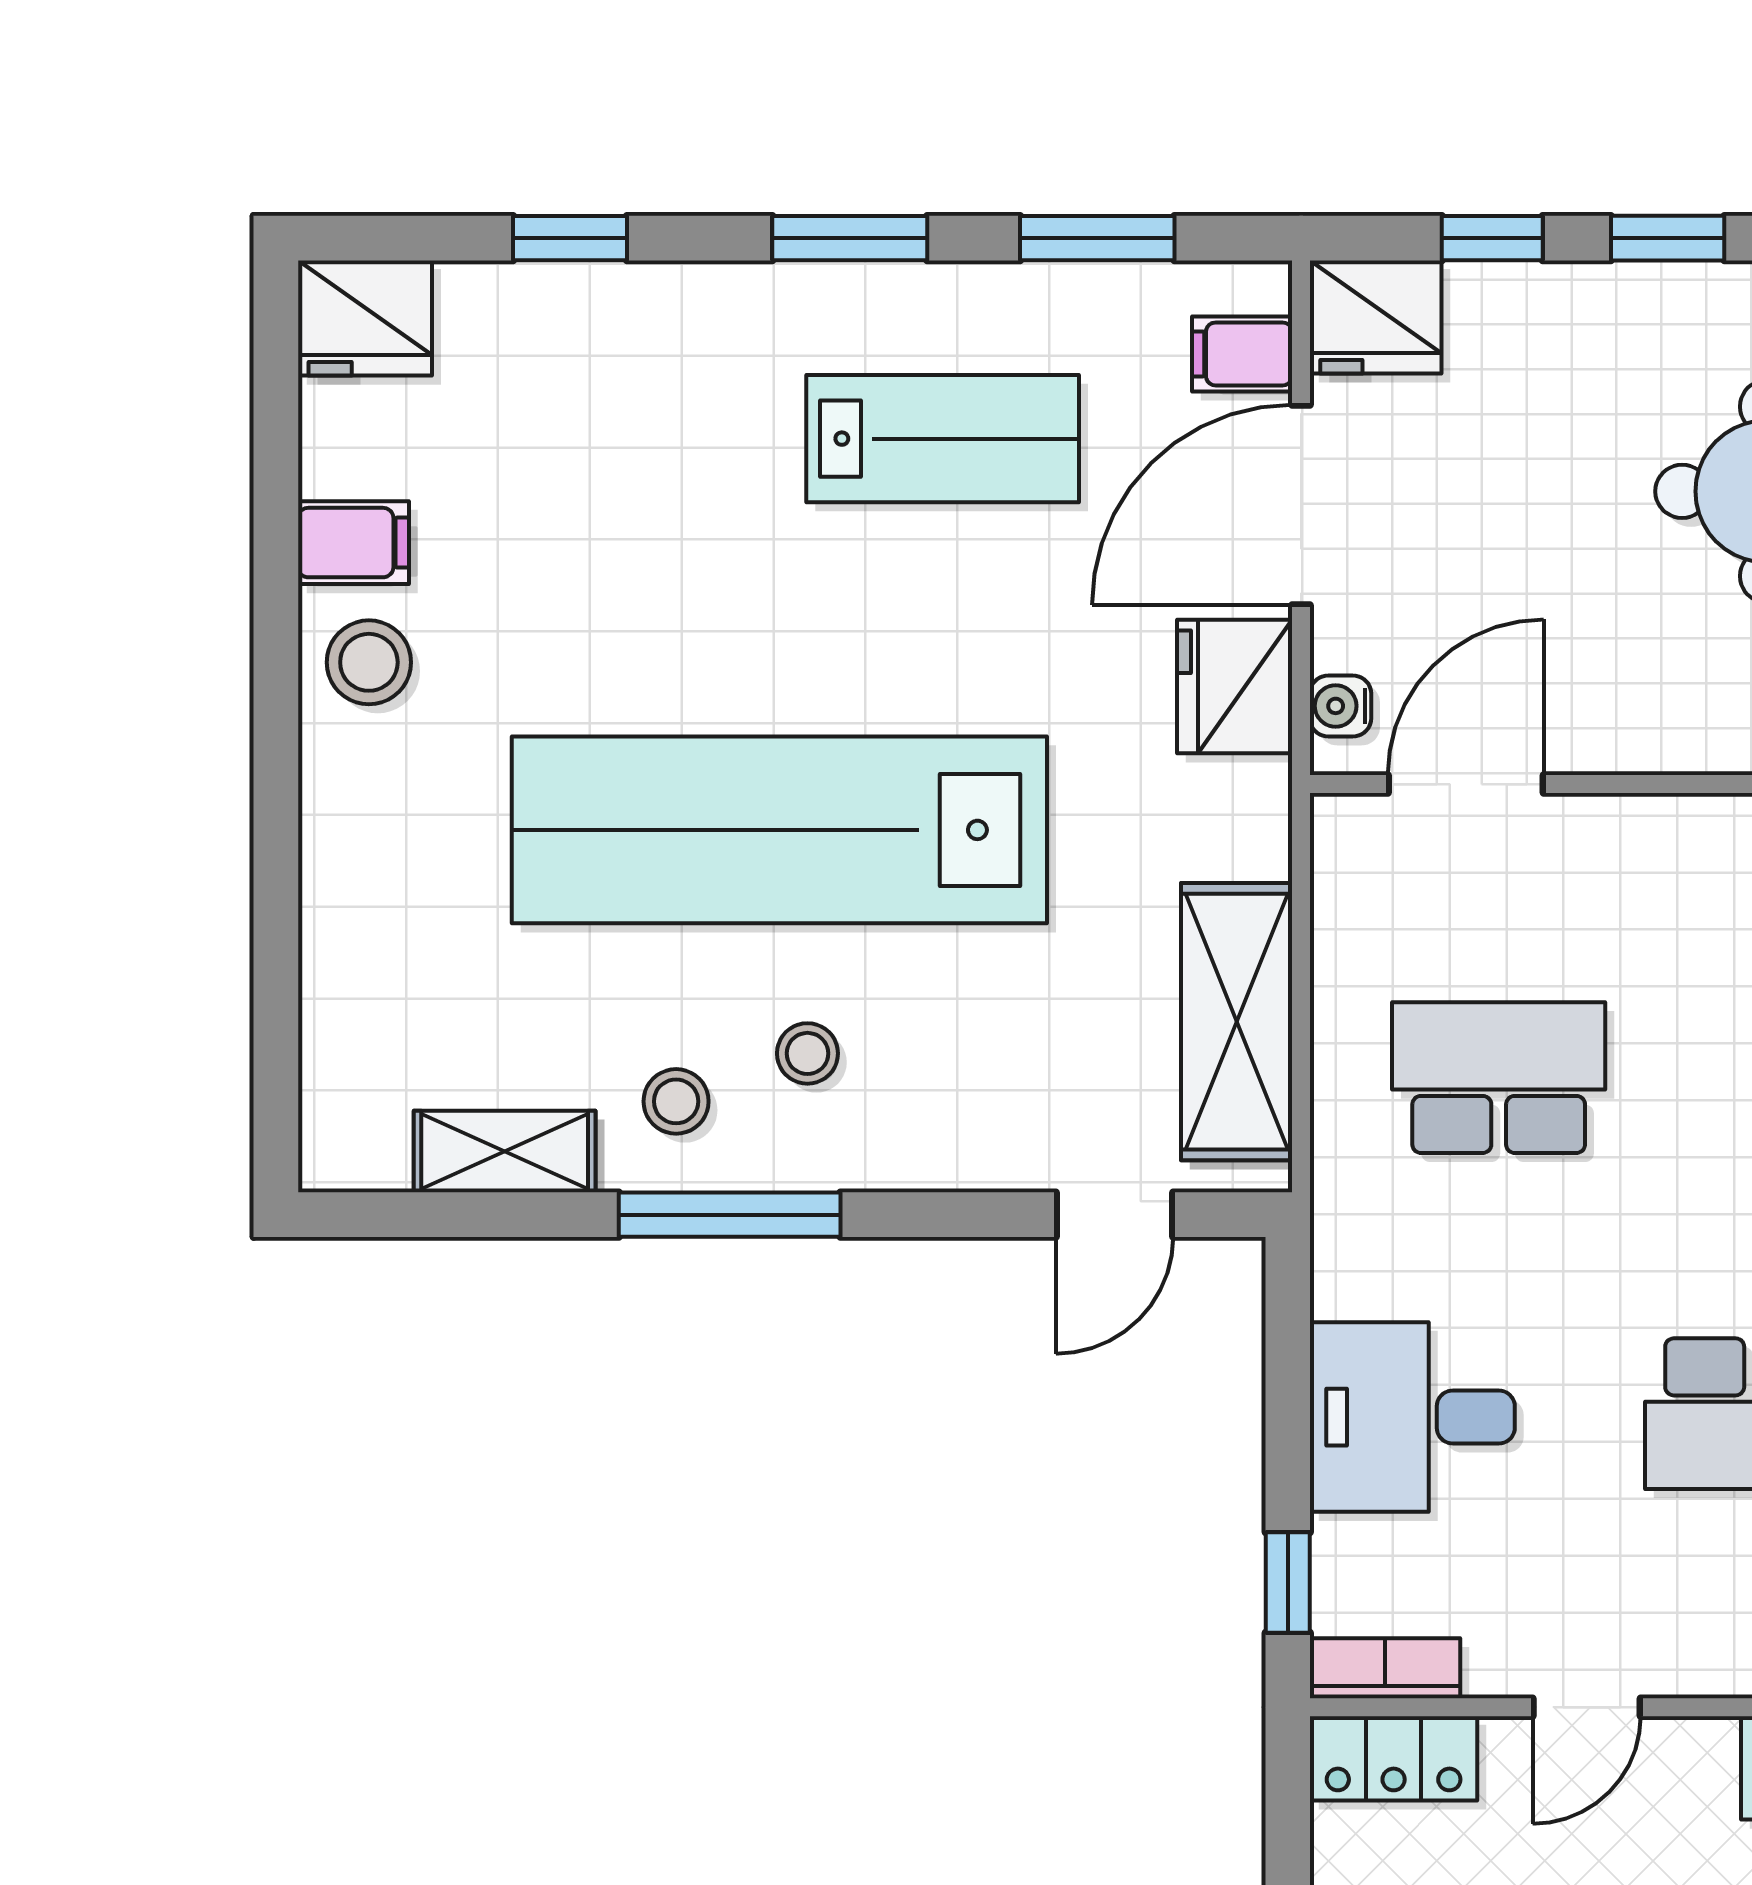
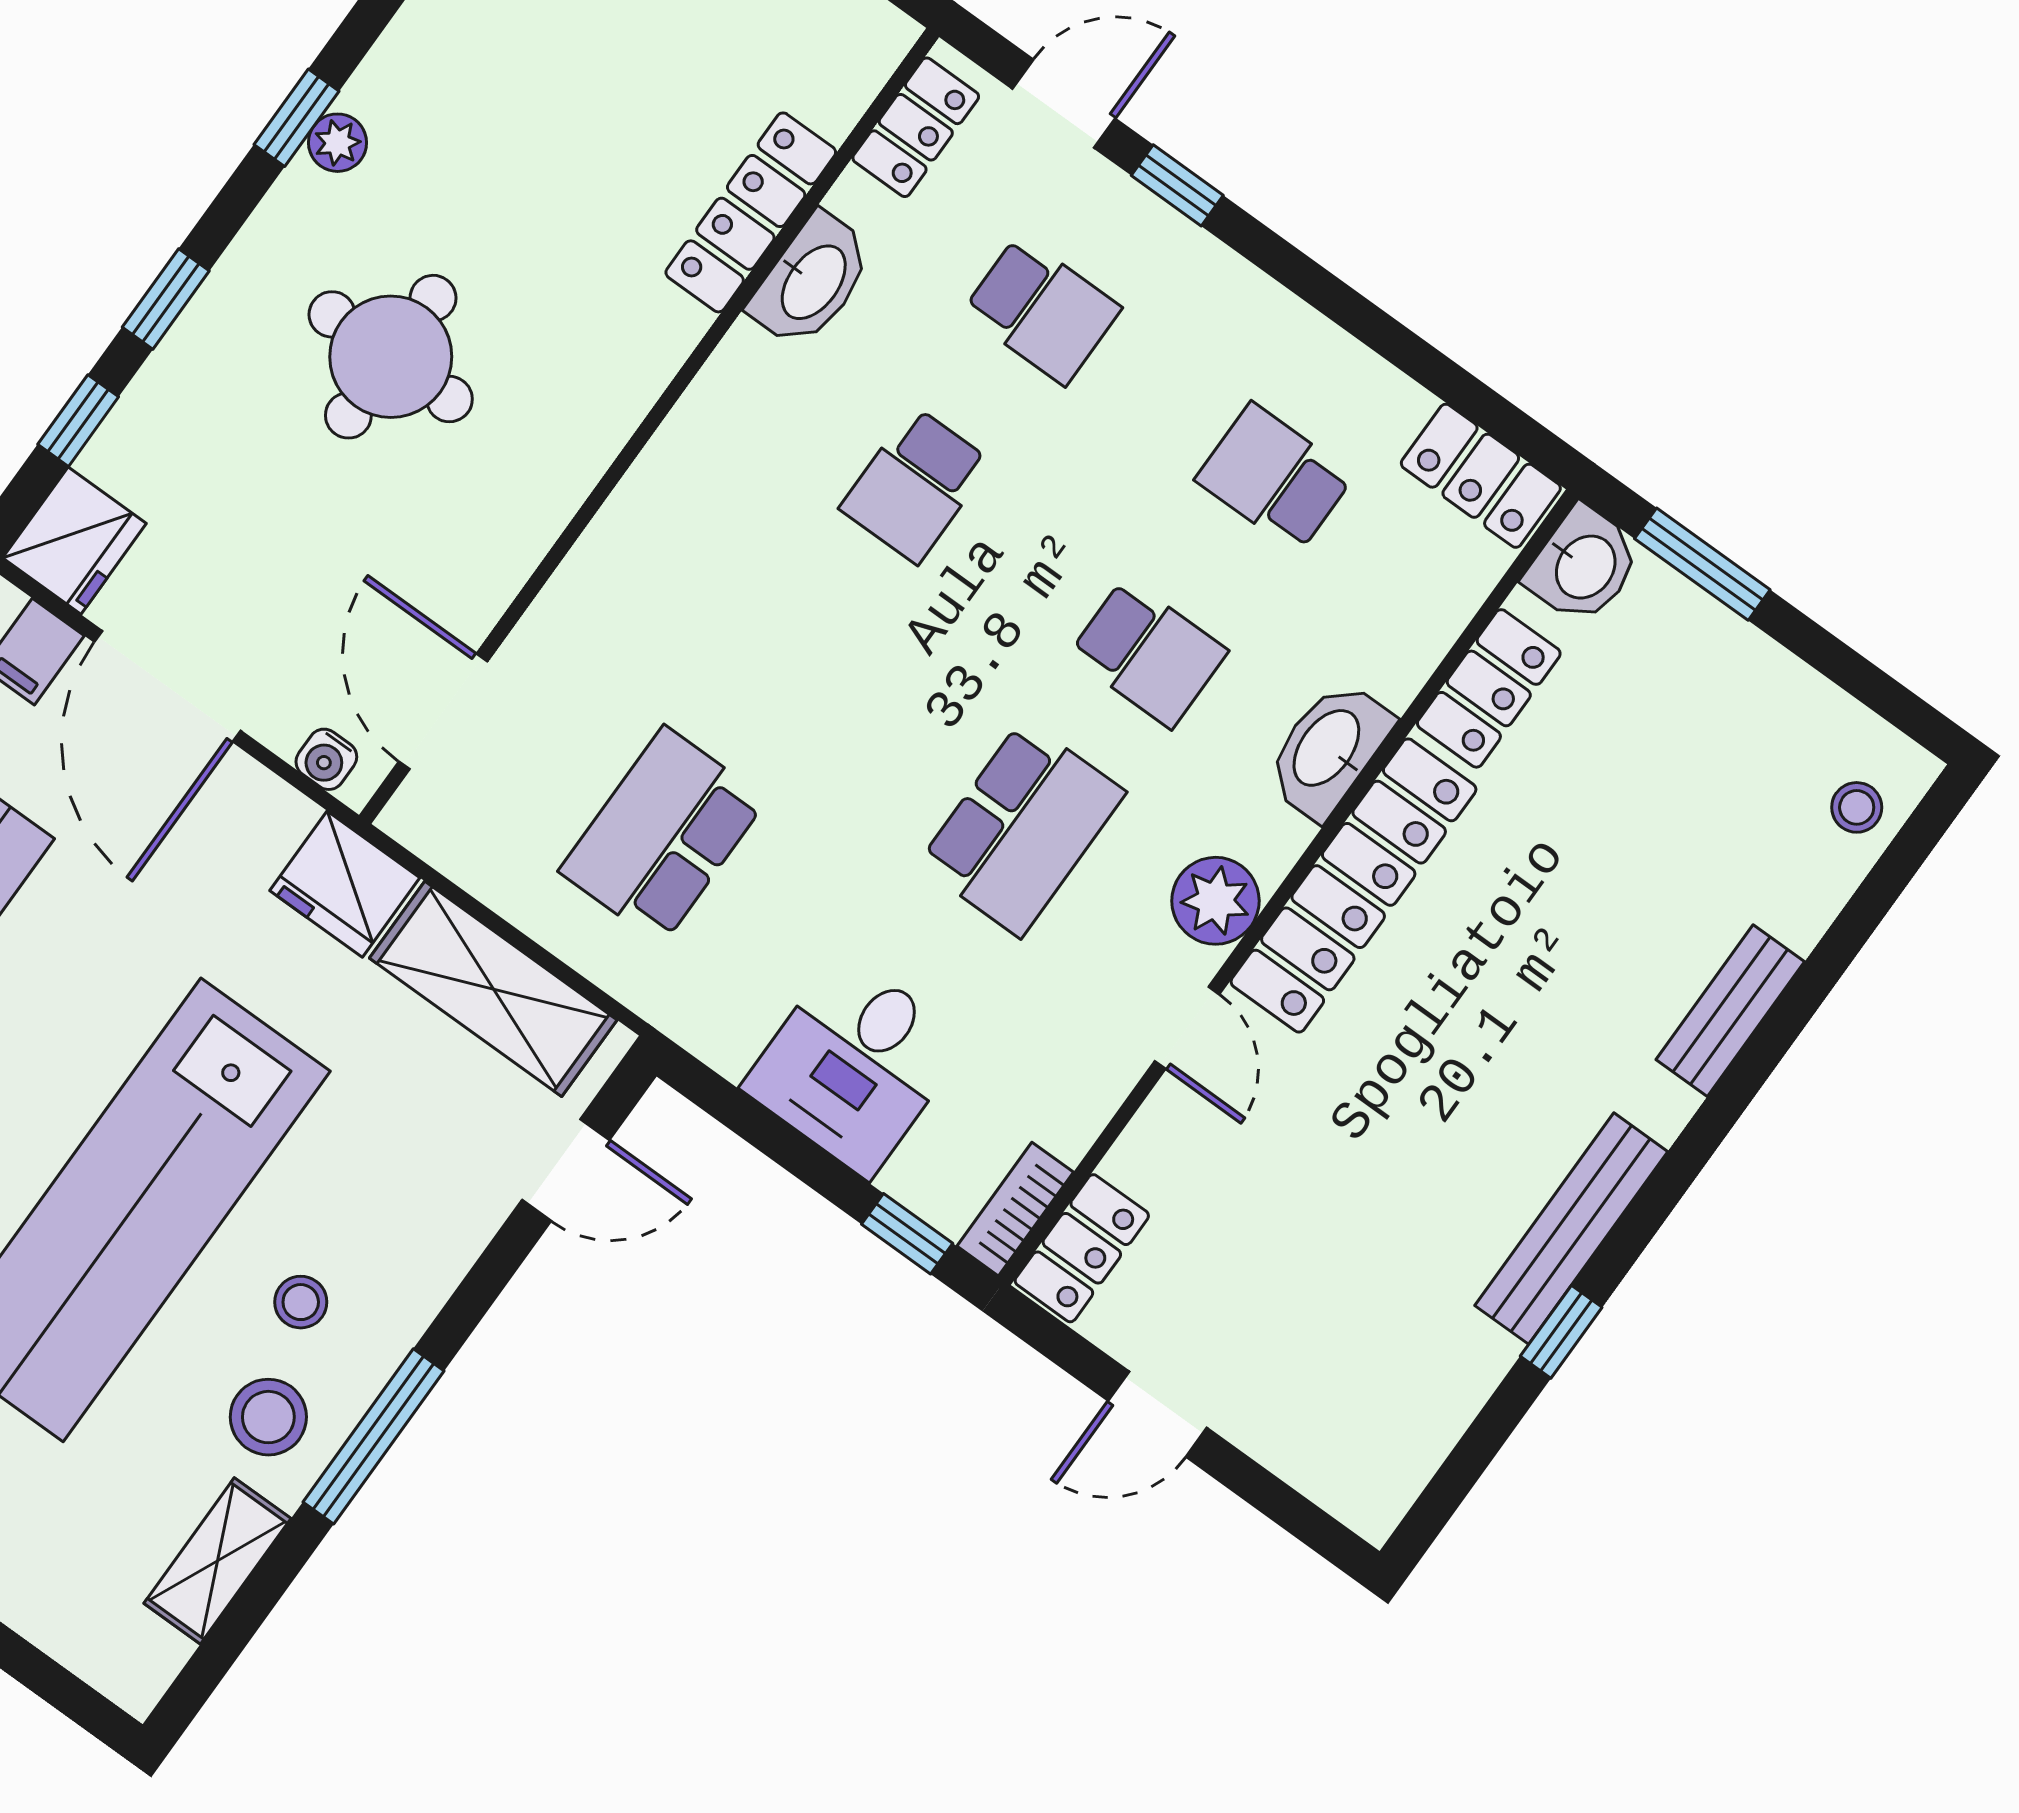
fridge: (1235, 687) -> (345, 884), moved
stool: (676, 1101) -> (268, 1417), width x1.37, depth x1.37
door: (1114, 1215) -> (566, 1170), hinge flipped
door: (1587, 1707) -> (1187, 1028), moved

